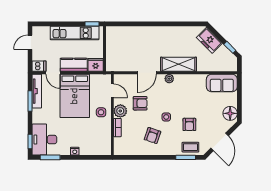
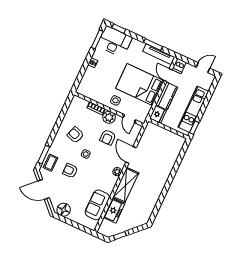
freezer: (209, 40) -> (114, 211), moved, turned 135
door: (30, 42) -> (203, 68), hinge flipped
door: (53, 73) -> (168, 75), hinge flipped
sofa: (222, 83) -> (97, 205), moved
door: (112, 91) -> (129, 119), hinge flipped

